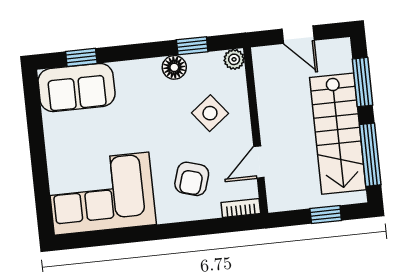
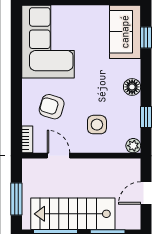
floor lamp: (174, 67) -> (132, 87), moved
side table: (210, 113) -> (97, 125), turned 38
window: (326, 215) -> (16, 199), width x1.50

